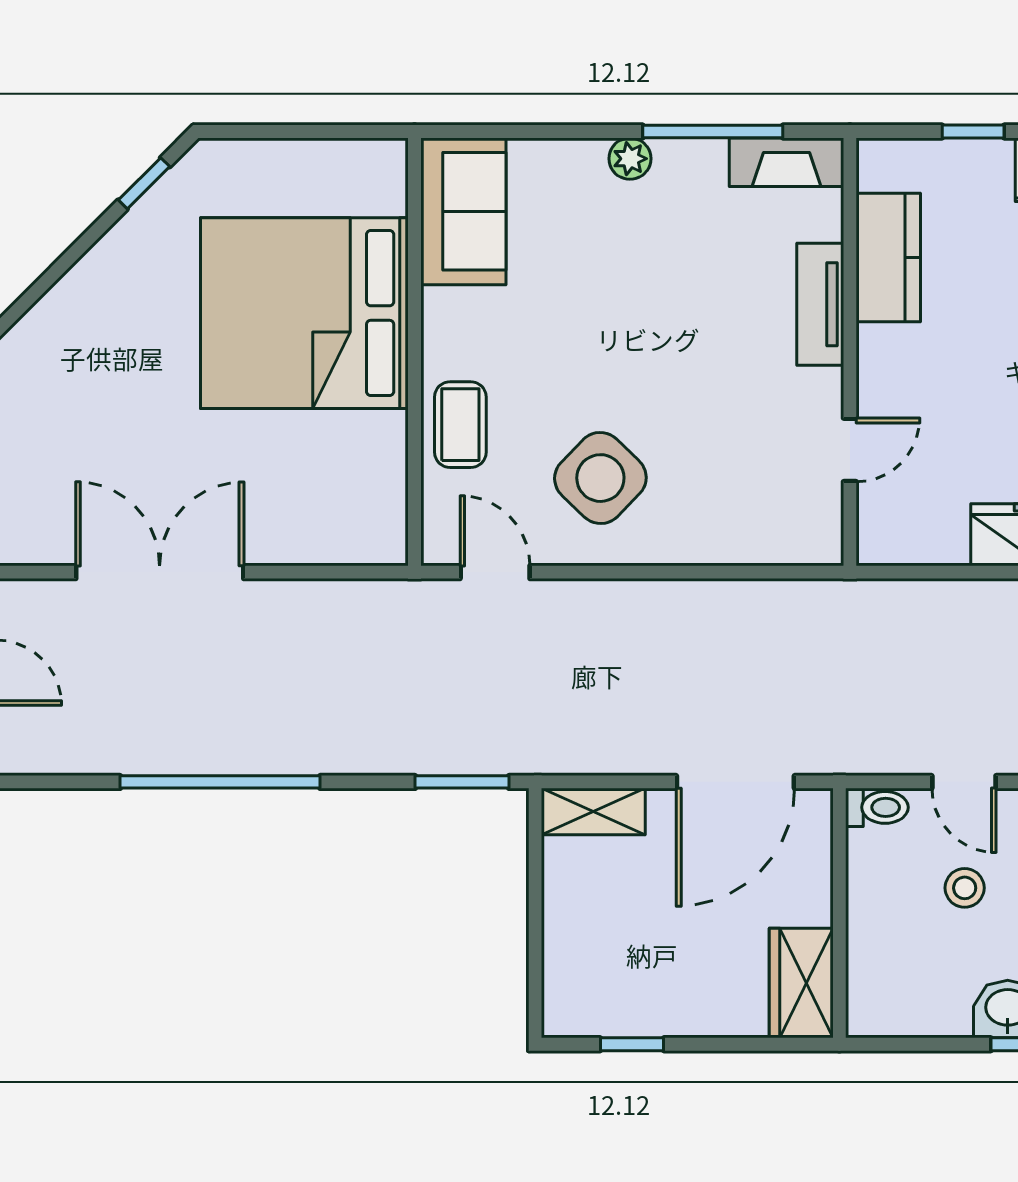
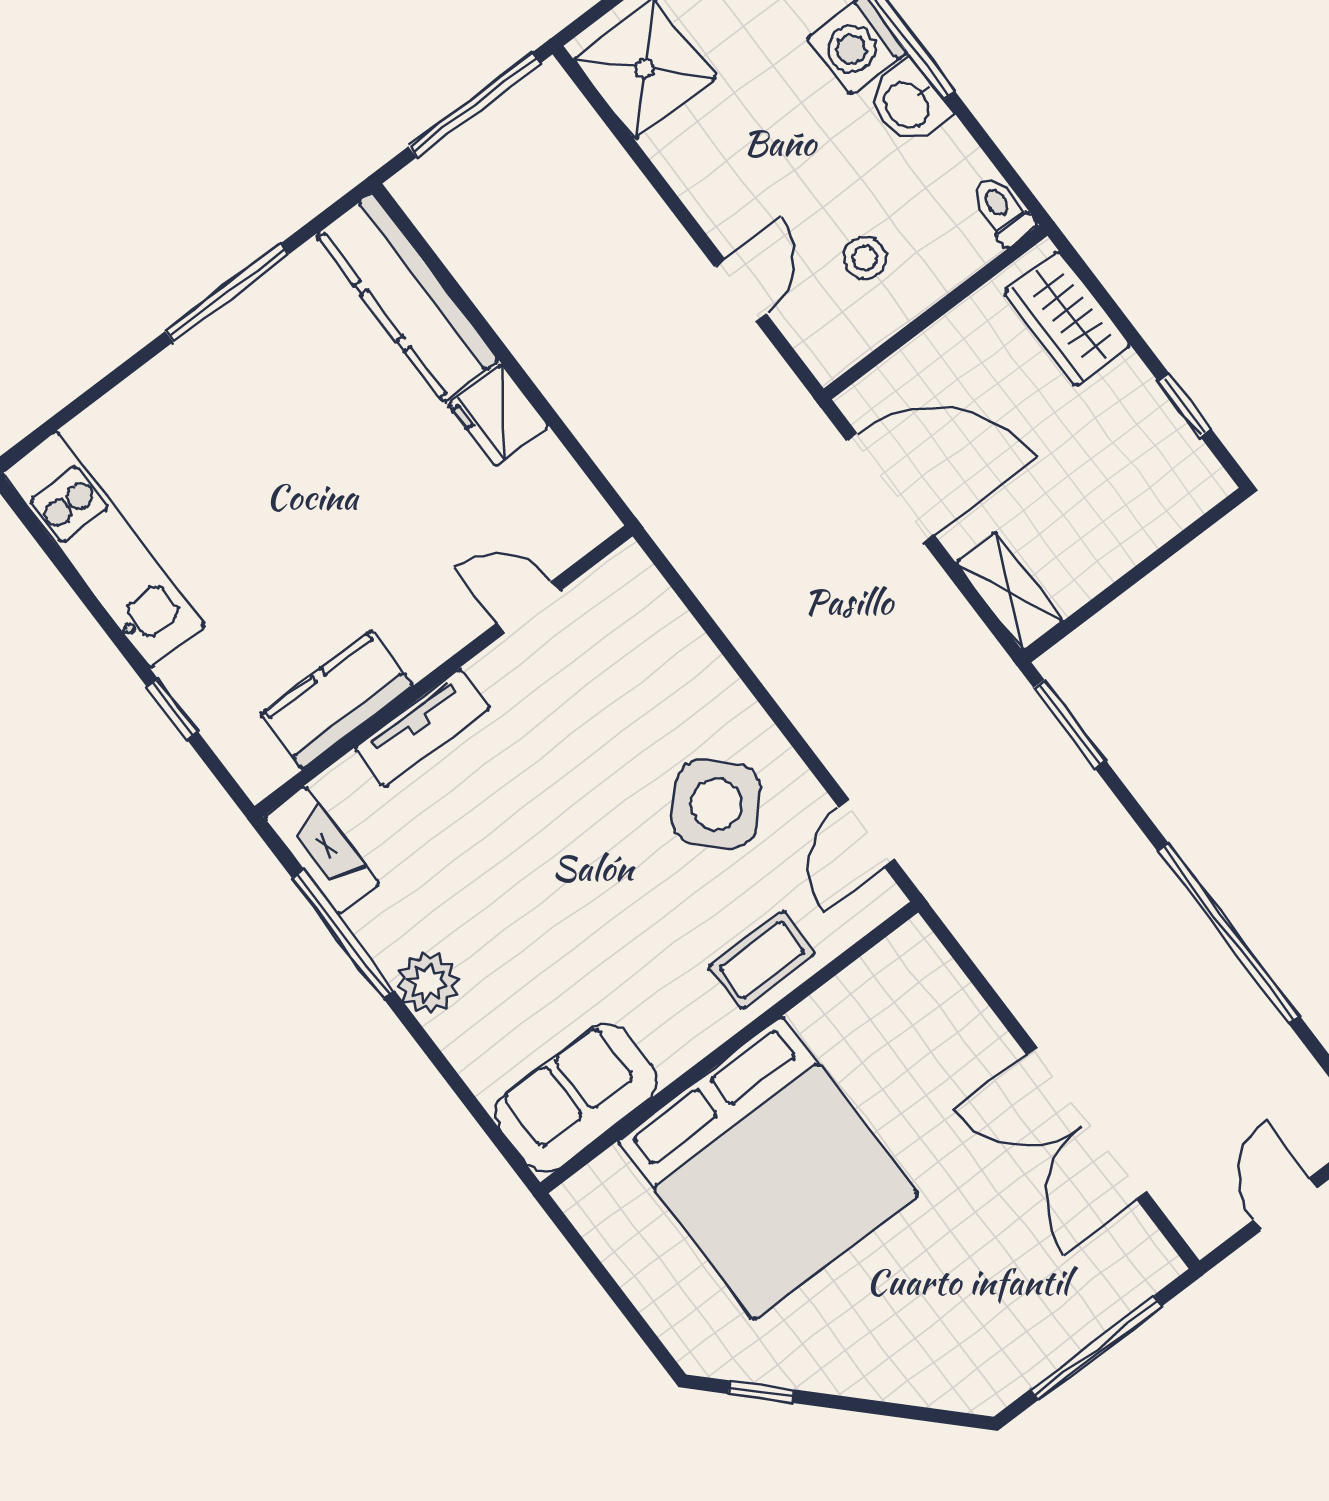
plant: (630, 159) -> (428, 983), width x1.38, depth x1.38
toilet: (877, 807) -> (1002, 210), moved
stool: (965, 888) -> (865, 258), moved
wardrobe: (801, 983) -> (1067, 319), moved, turned 90

